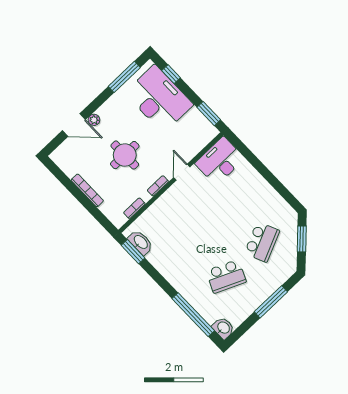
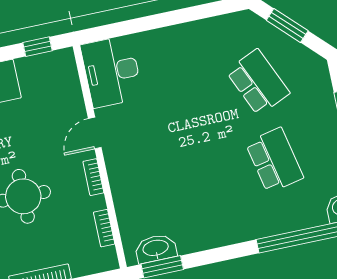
window: (209, 114) -> (38, 47), width x0.67
door: (182, 172) -> (95, 133), hinge flipped
school desk: (226, 276) -> (274, 160), turned -36

